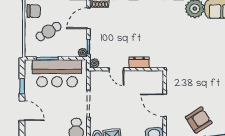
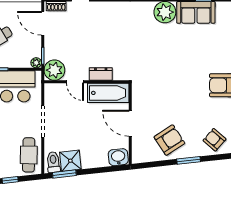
door: (88, 18) -> (43, 23), hinge flipped
plant: (94, 63) -> (54, 70), width x1.87, depth x1.87
bathtub: (145, 79) -> (108, 93), added

